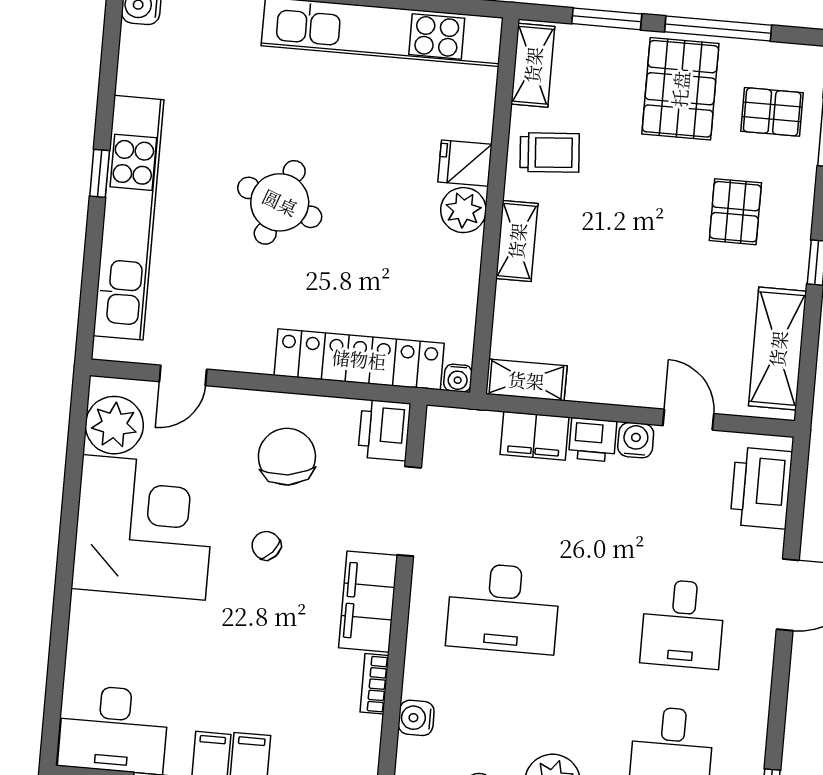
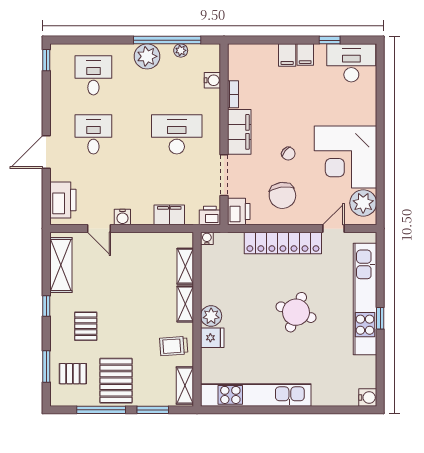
locker: (359, 359) -> (283, 243), moved
shelving: (526, 380) -> (185, 266), moved, turned 90
printer: (593, 440) -> (210, 216), moved

